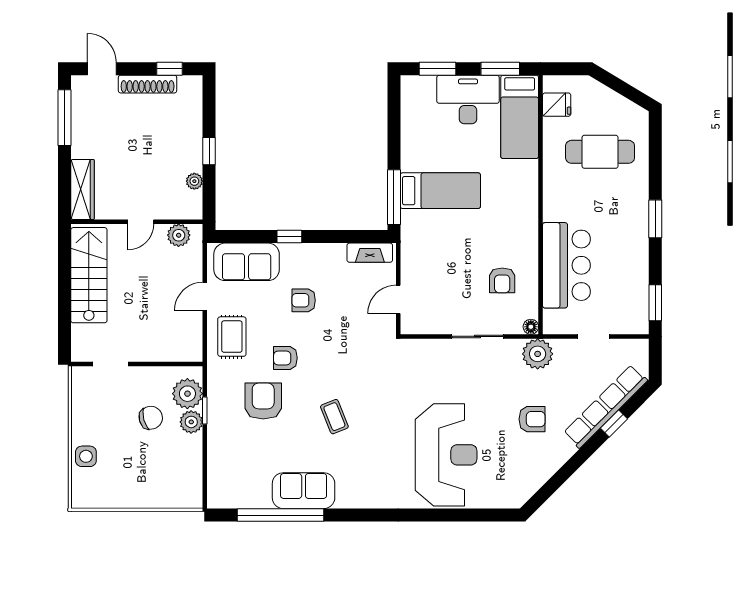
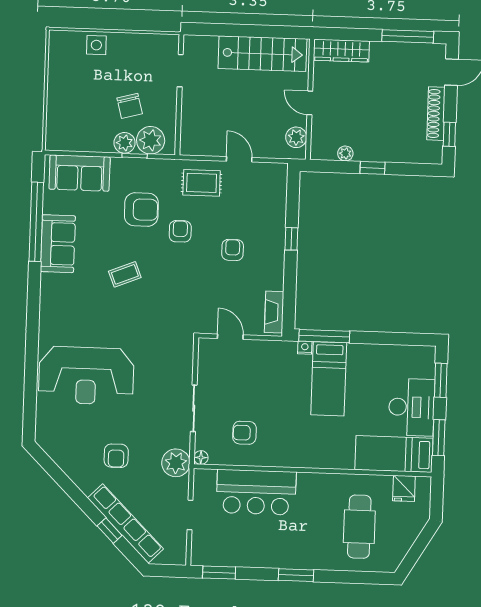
nightstand: (407, 218) -> (305, 348), added
sofa: (247, 262) -> (80, 173), moved, turned -90

